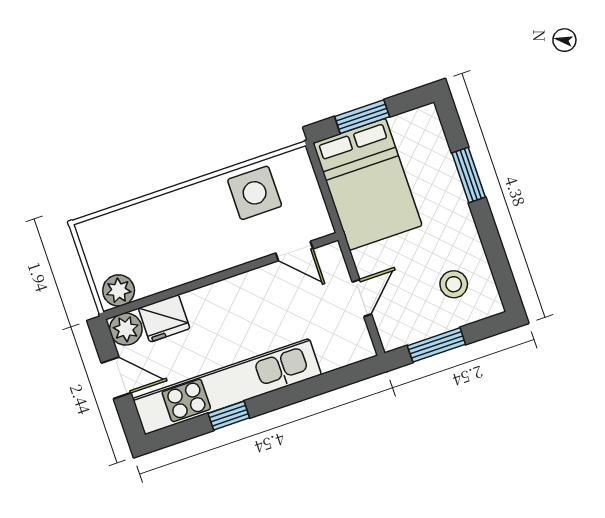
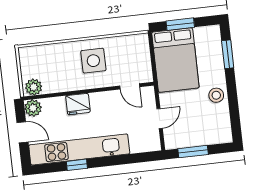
window: (469, 175) -> (228, 54), moved
side table: (255, 193) -> (93, 61), moved
stool: (454, 284) -> (216, 95), moved
fridge: (164, 318) -> (78, 104), moved

